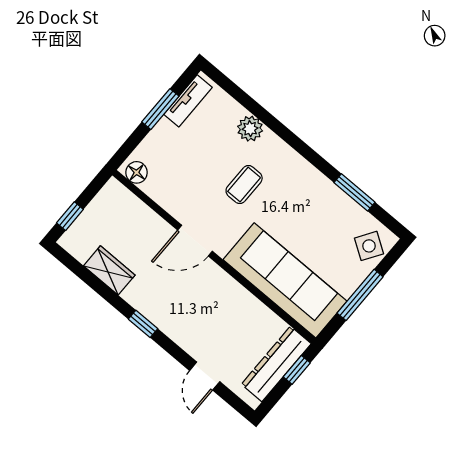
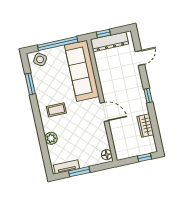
coffee table: (244, 185) -> (56, 110), moved
window: (360, 295) -> (58, 44), width x1.46

